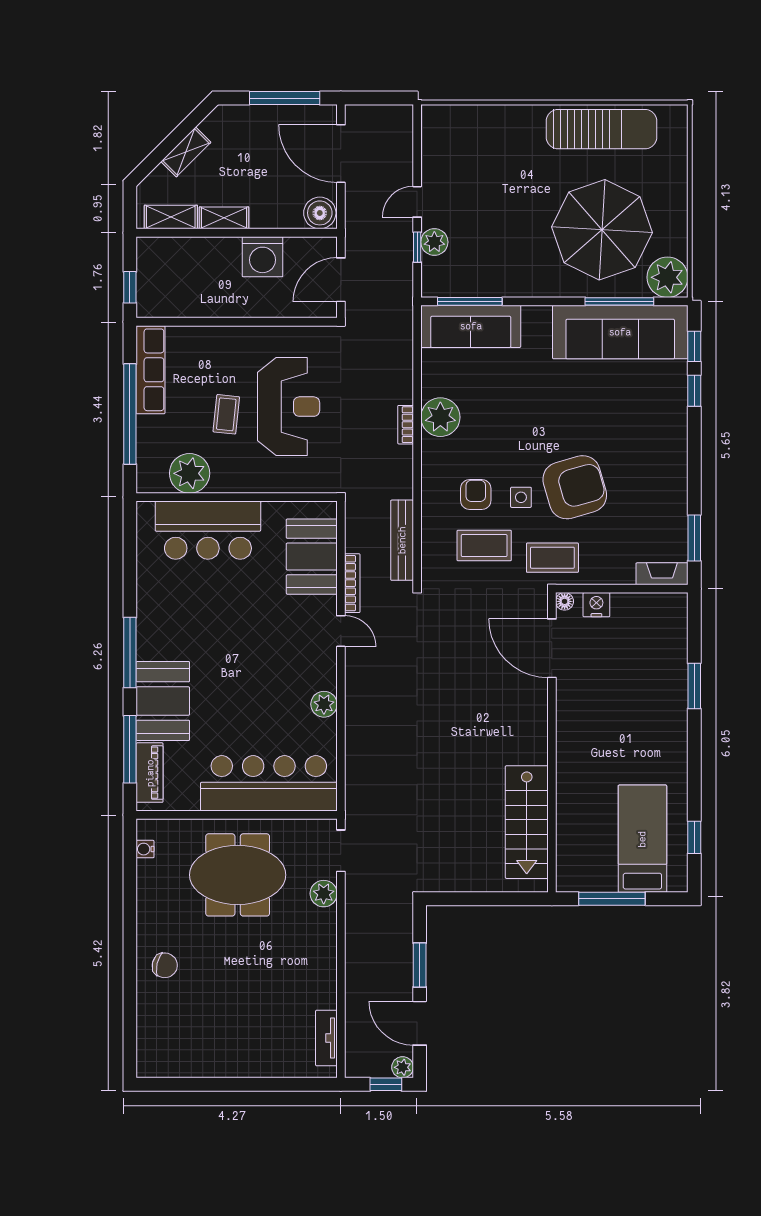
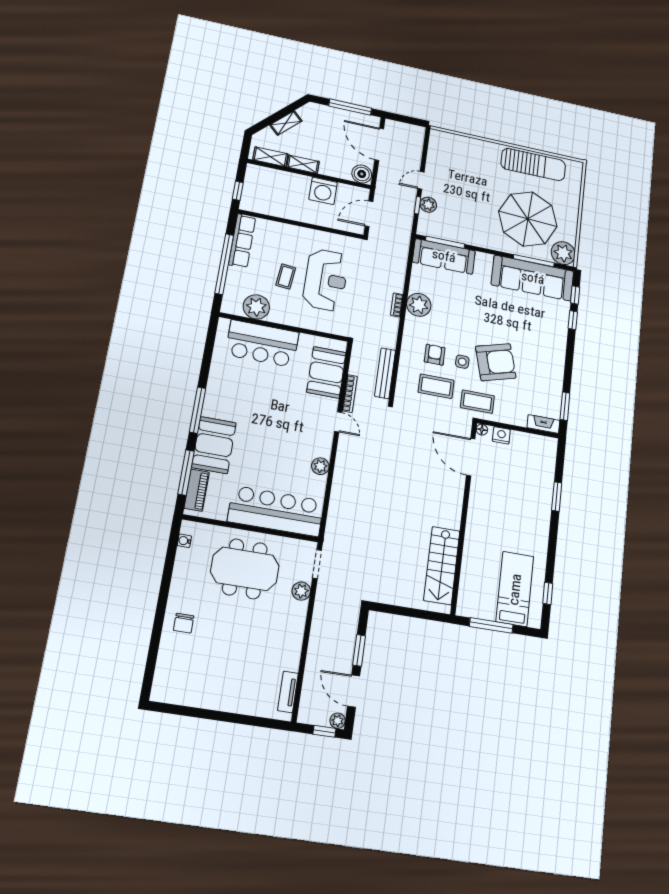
chair: (165, 965) -> (184, 623), turned 77

